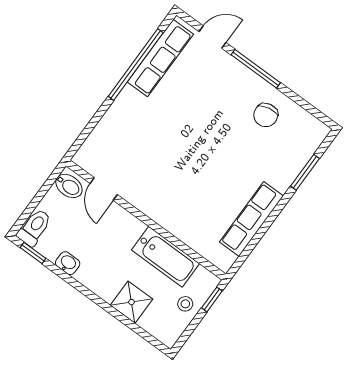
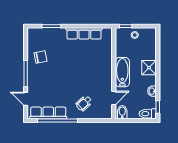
wheelchair: (132, 131) -> (84, 103), added
bathtub: (165, 257) -> (122, 72), moved
shower: (131, 302) -> (149, 68), moved

